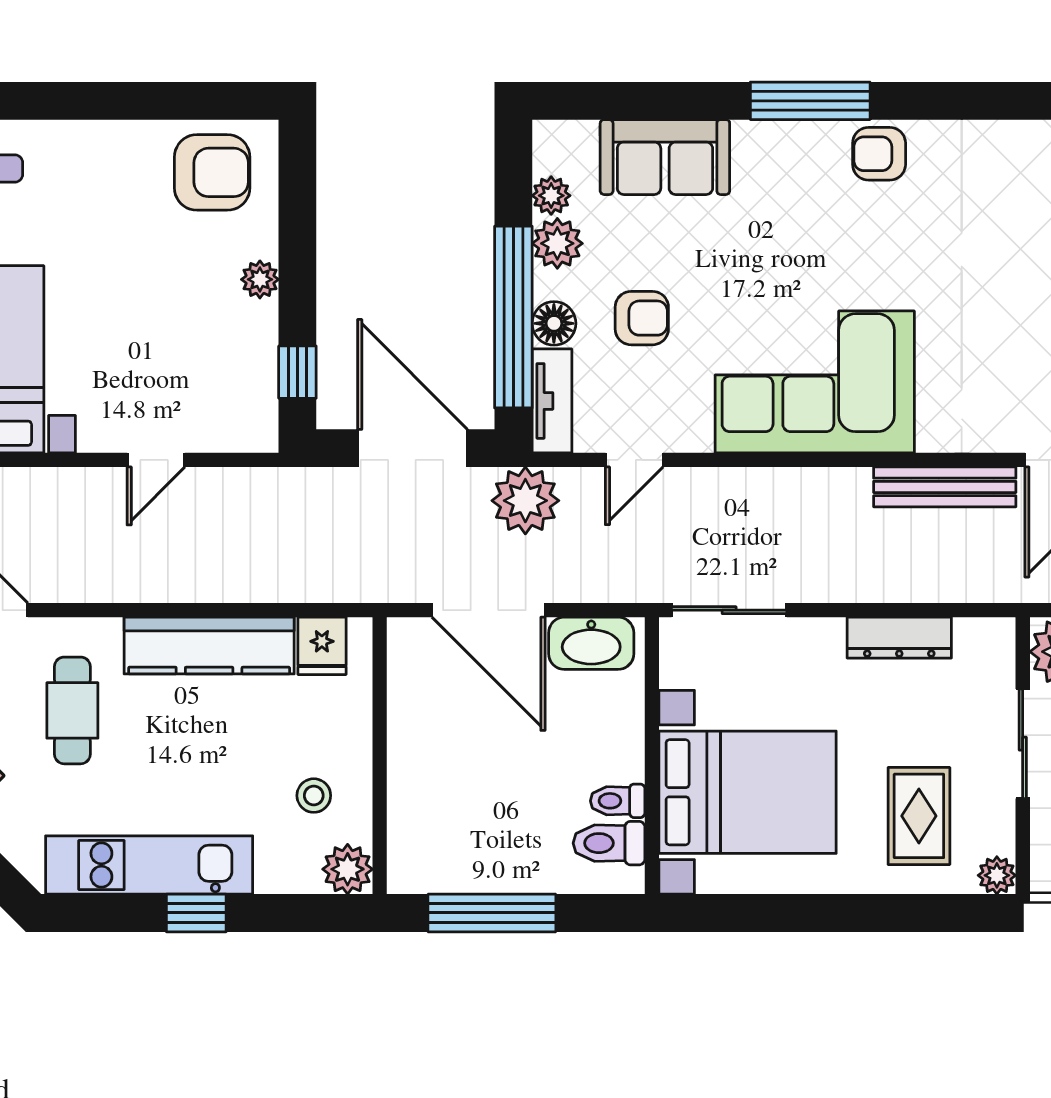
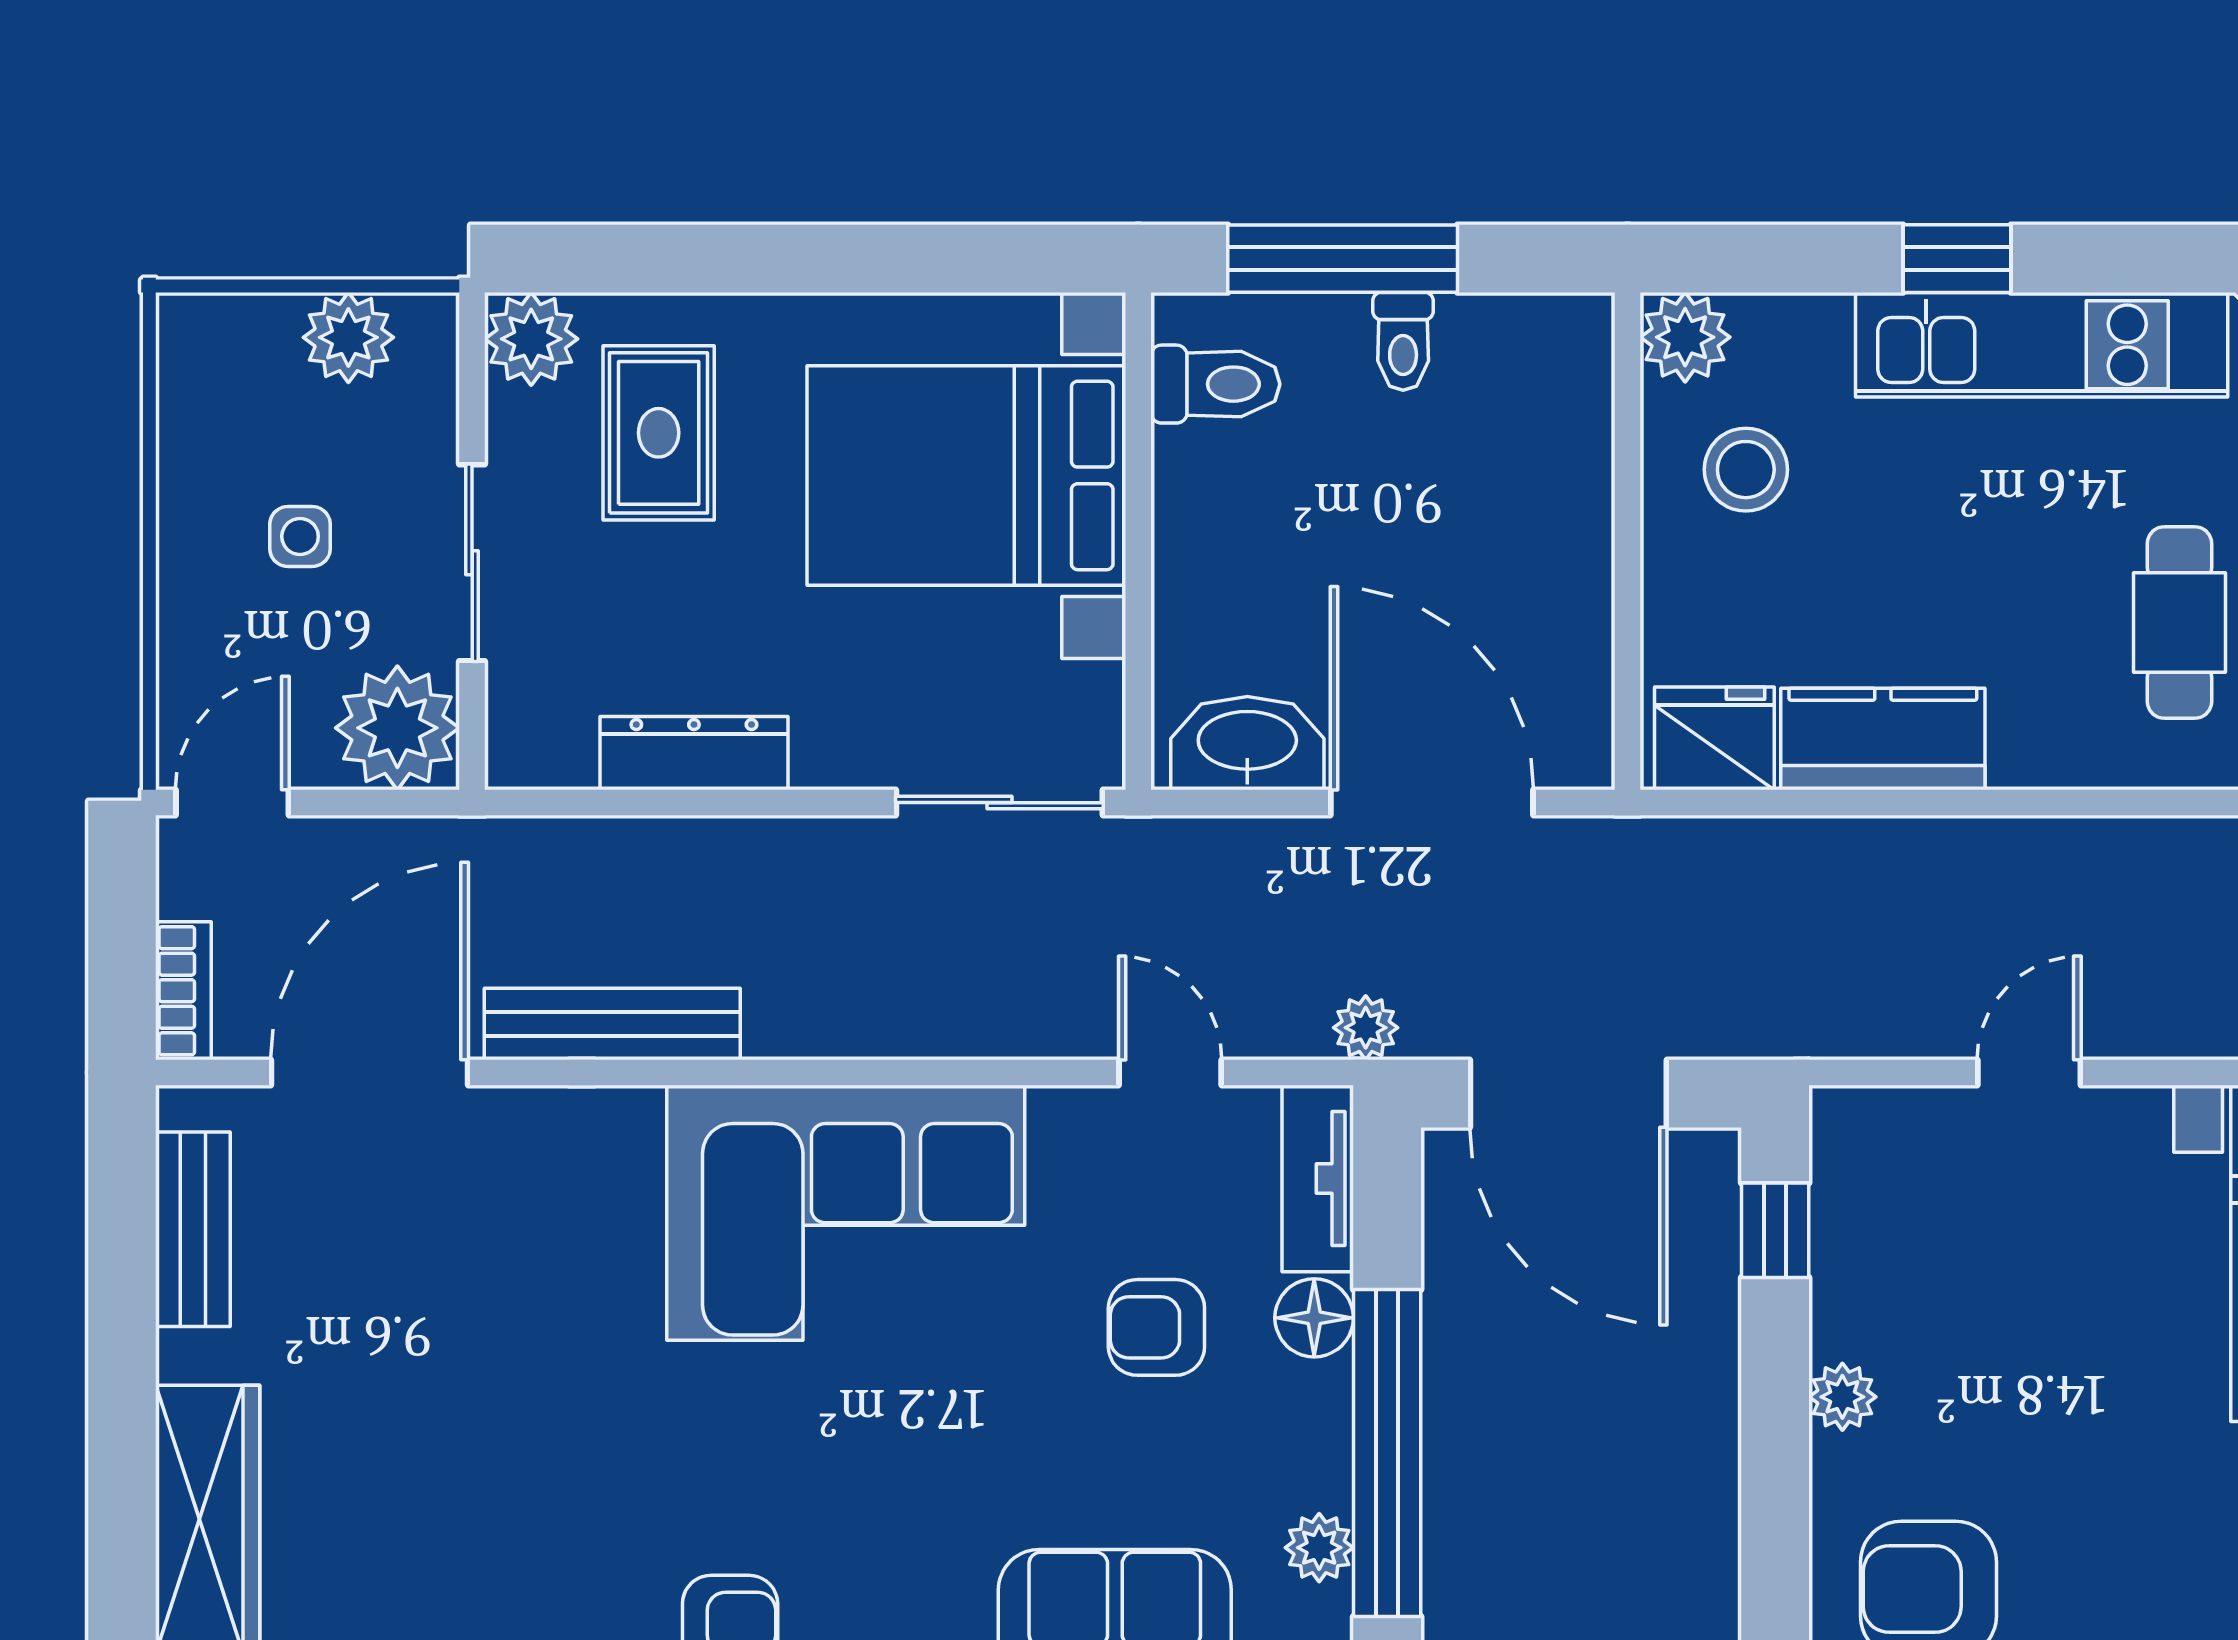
plant: (557, 243) -> (1308, 1462), removed
window: (513, 317) -> (1387, 1453), moved
door: (634, 460) -> (1170, 1072), hinge flipped
plant: (525, 501) -> (1366, 1028), width x0.53, depth x0.53
kitchen counter: (209, 646) -> (1883, 739), width x0.67
fridge: (322, 646) -> (1714, 738), width x1.38
stool: (314, 796) -> (1746, 470), width x1.37, depth x1.37
toilet: (618, 801) -> (1403, 341), moved, turned 90
plant: (997, 875) -> (531, 339), width x1.38, depth x1.38
window: (492, 913) -> (1343, 259), moved

